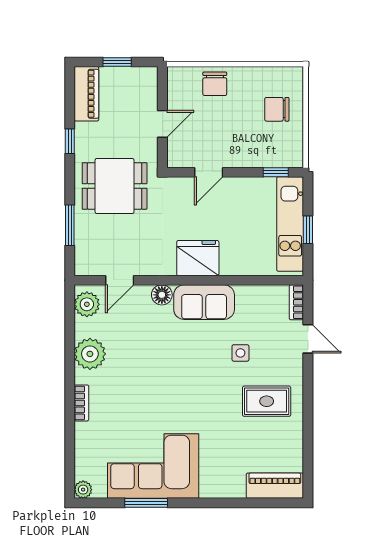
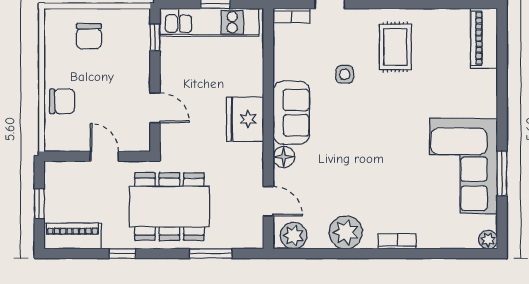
dining table: (115, 186) -> (169, 207), width x1.38

